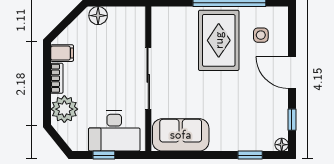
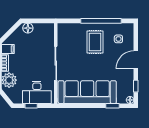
rug: (219, 40) -> (95, 42), width x0.73, depth x0.70
door: (292, 73) -> (136, 60), hinge flipped
sofa: (181, 135) -> (87, 92), width x1.85, depth x1.27

